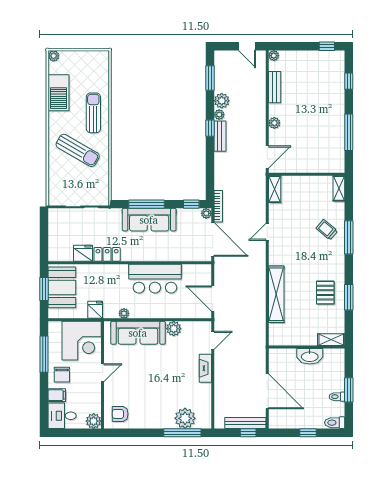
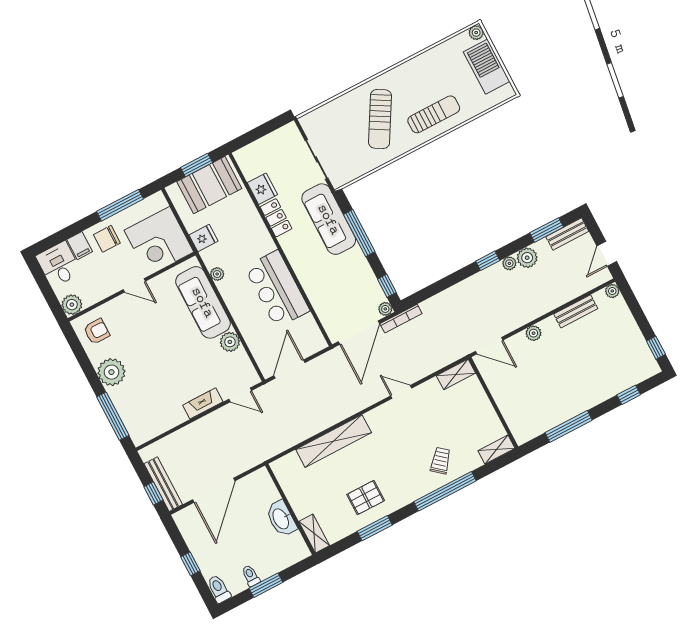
barbecue: (59, 93) -> (487, 67), moved, turned 90
bench: (220, 136) -> (567, 234), moved
sofa: (149, 220) -> (329, 219), moved
window: (349, 237) -> (445, 491), width x1.46
armchair: (120, 414) -> (97, 331), turned 90
plant: (185, 418) -> (111, 372), moved

